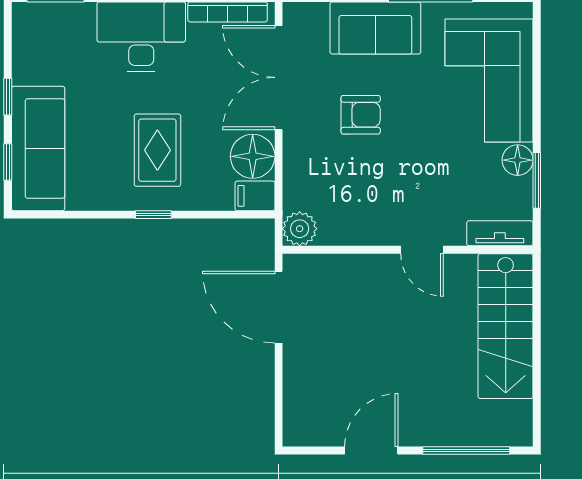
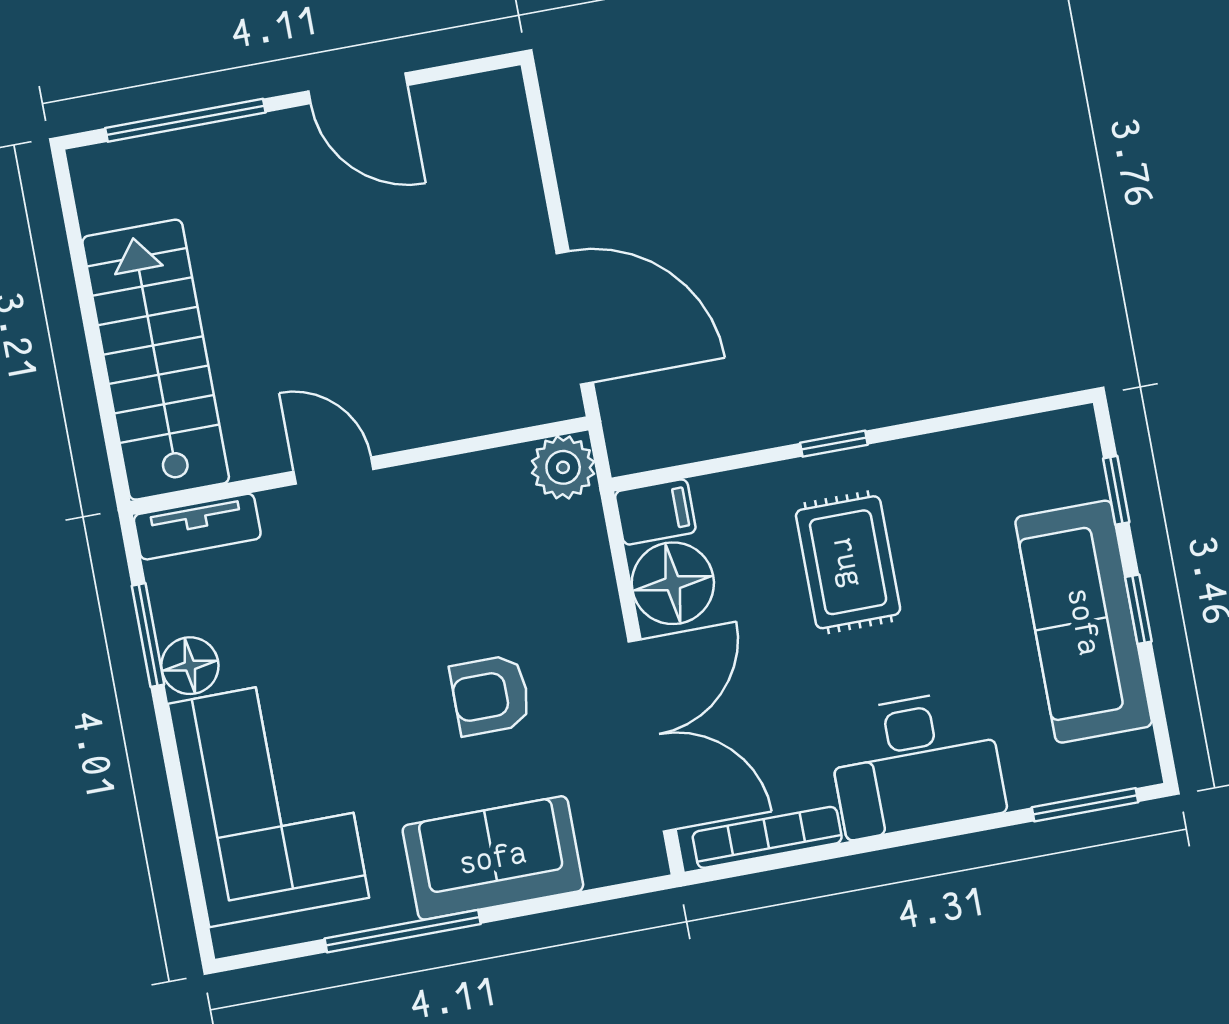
sofa: (38, 148) -> (1084, 622), moved
door: (371, 450) -> (358, 88), hinge flipped

